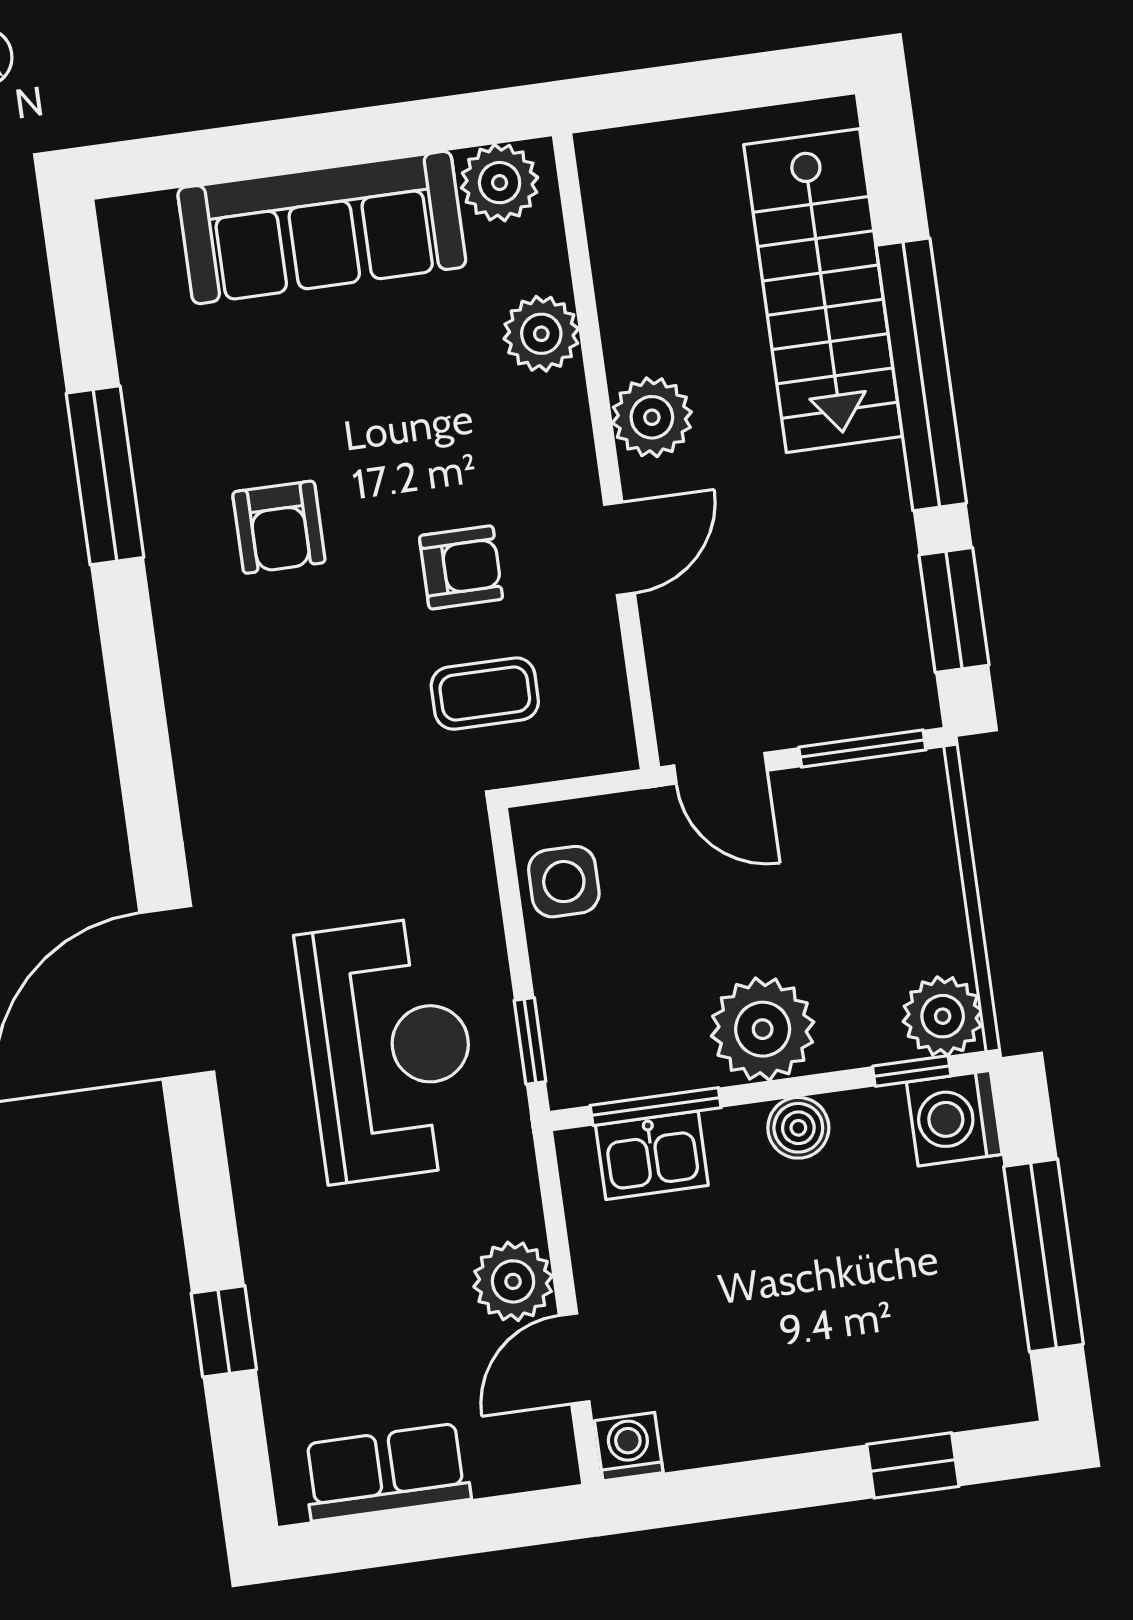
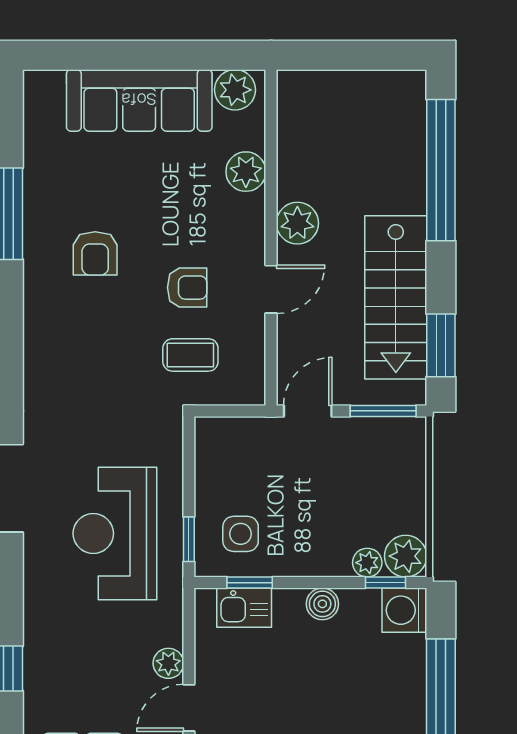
stairs: (823, 291) -> (396, 297), moved
window: (921, 374) -> (441, 170), moved
door: (720, 768) -> (308, 411), swing flipped
side table: (564, 882) -> (241, 534), moved
plant: (763, 1029) -> (367, 563), moved, width x0.53, depth x0.53
reception desk: (389, 1049) -> (115, 534), turned 180
window: (656, 1107) -> (250, 583), width x0.67
plant: (513, 1281) -> (168, 663), width x0.73, depth x0.73

